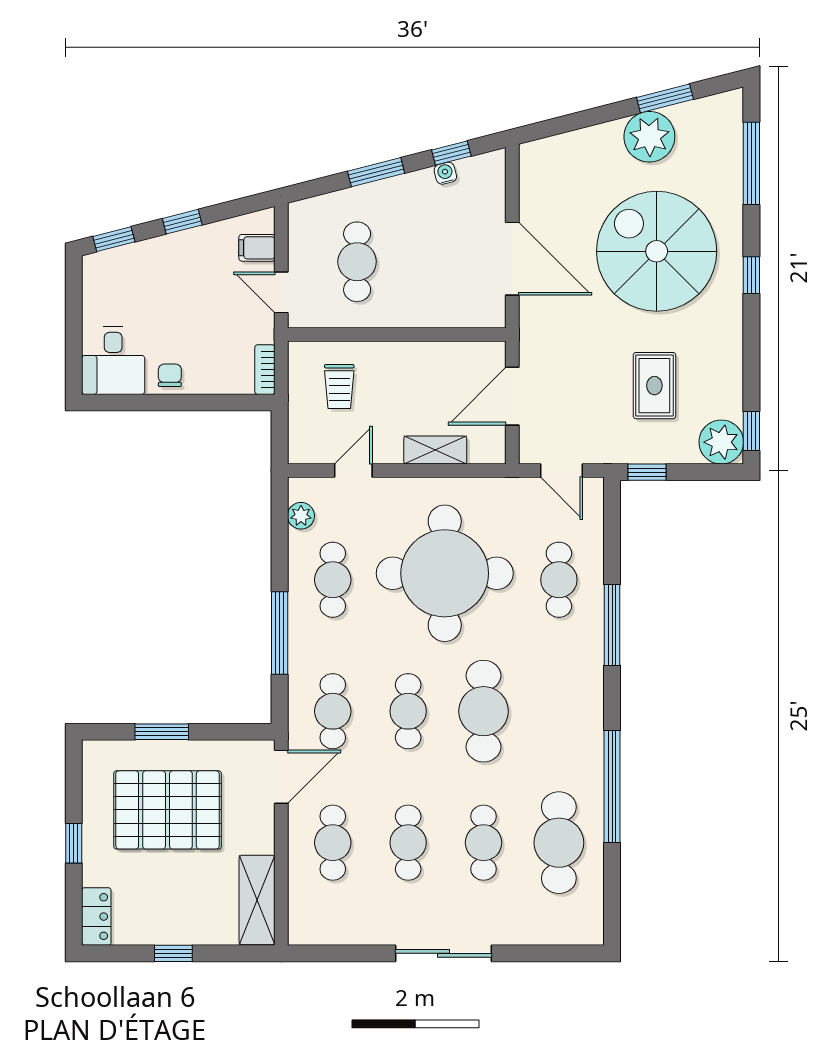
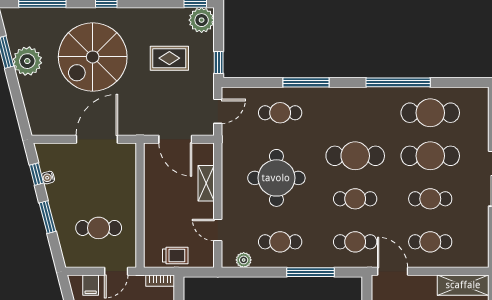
trolley: (339, 387) -> (175, 256), moved
round table: (445, 573) -> (276, 178), width x0.73, depth x0.73
cafe table: (484, 843) -> (430, 156), width x1.37, depth x1.35

